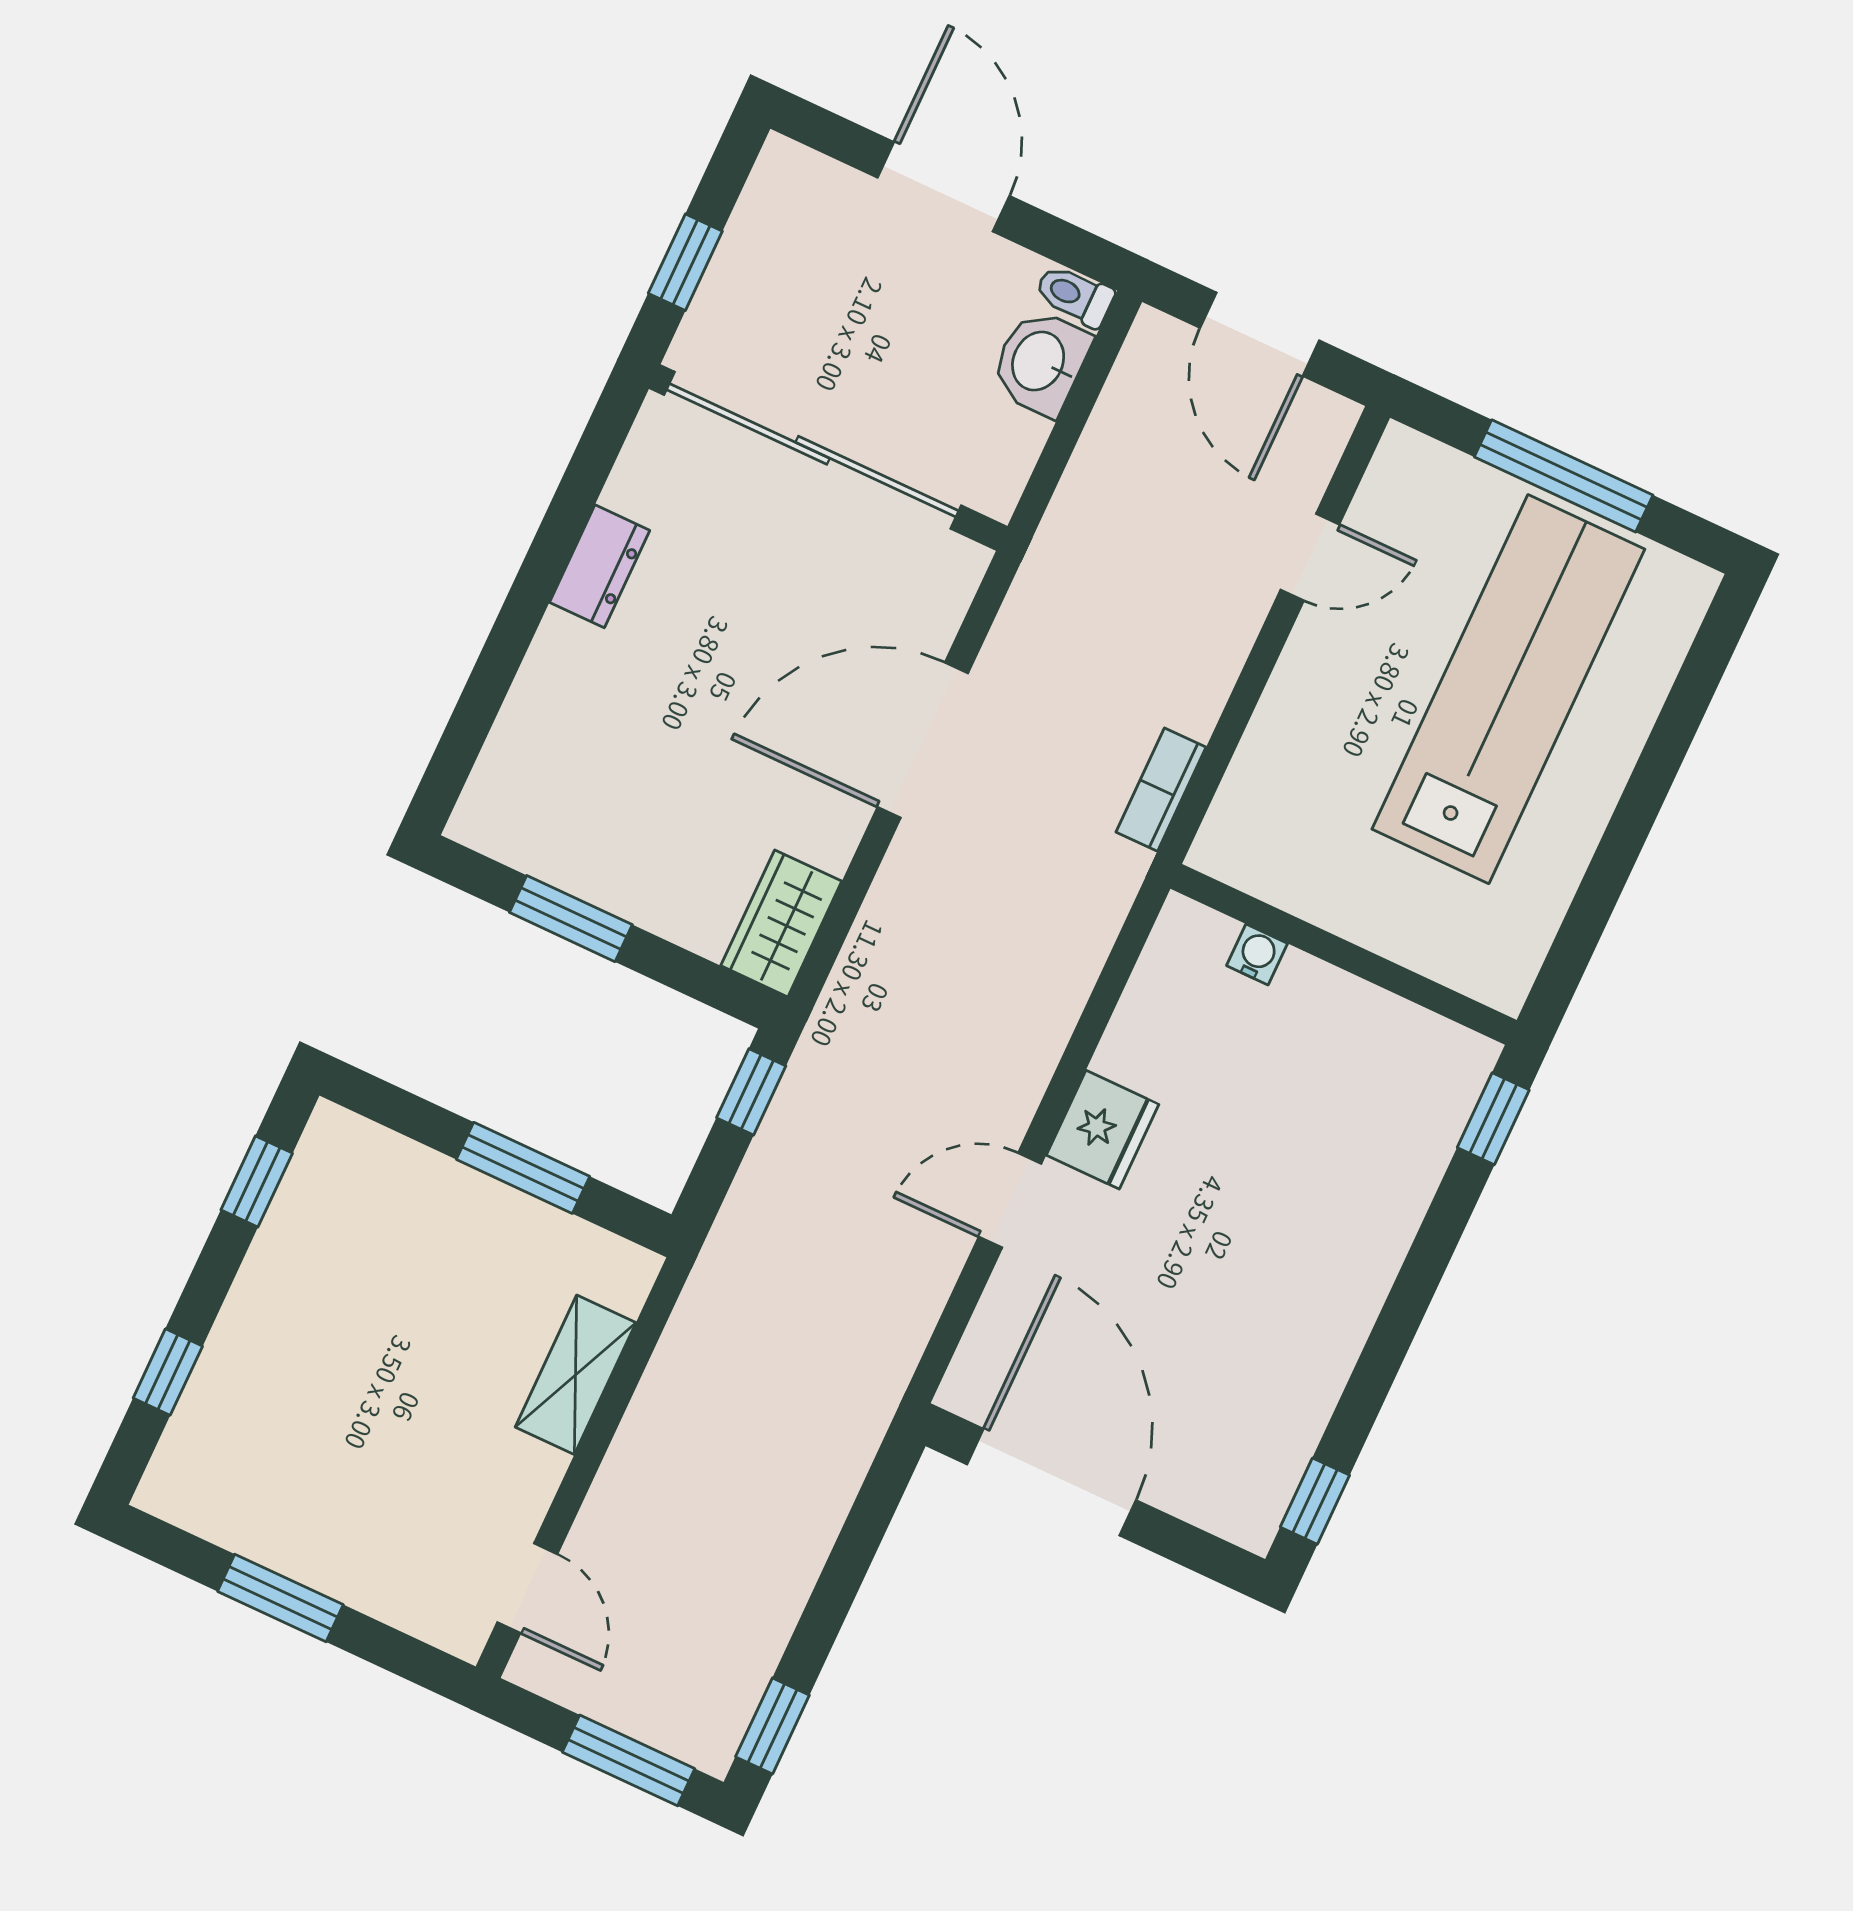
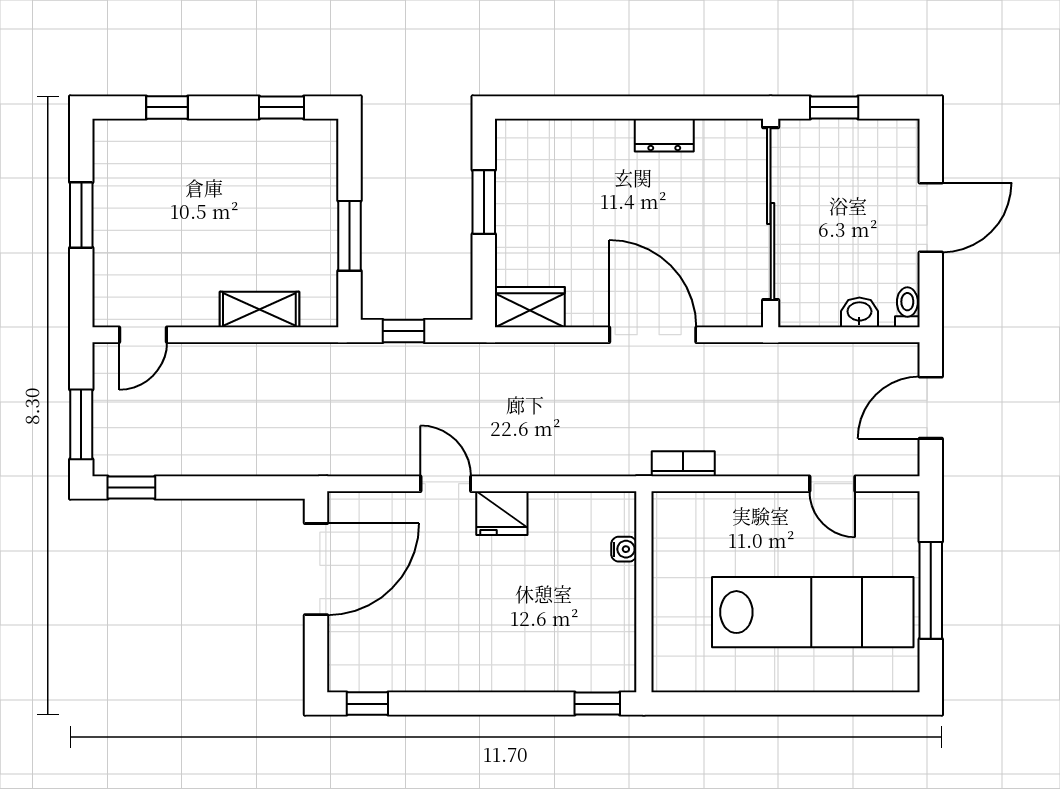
washbasin: (1040, 362) -> (859, 312), width x0.72, depth x0.69
window: (751, 1092) -> (403, 331), moved

